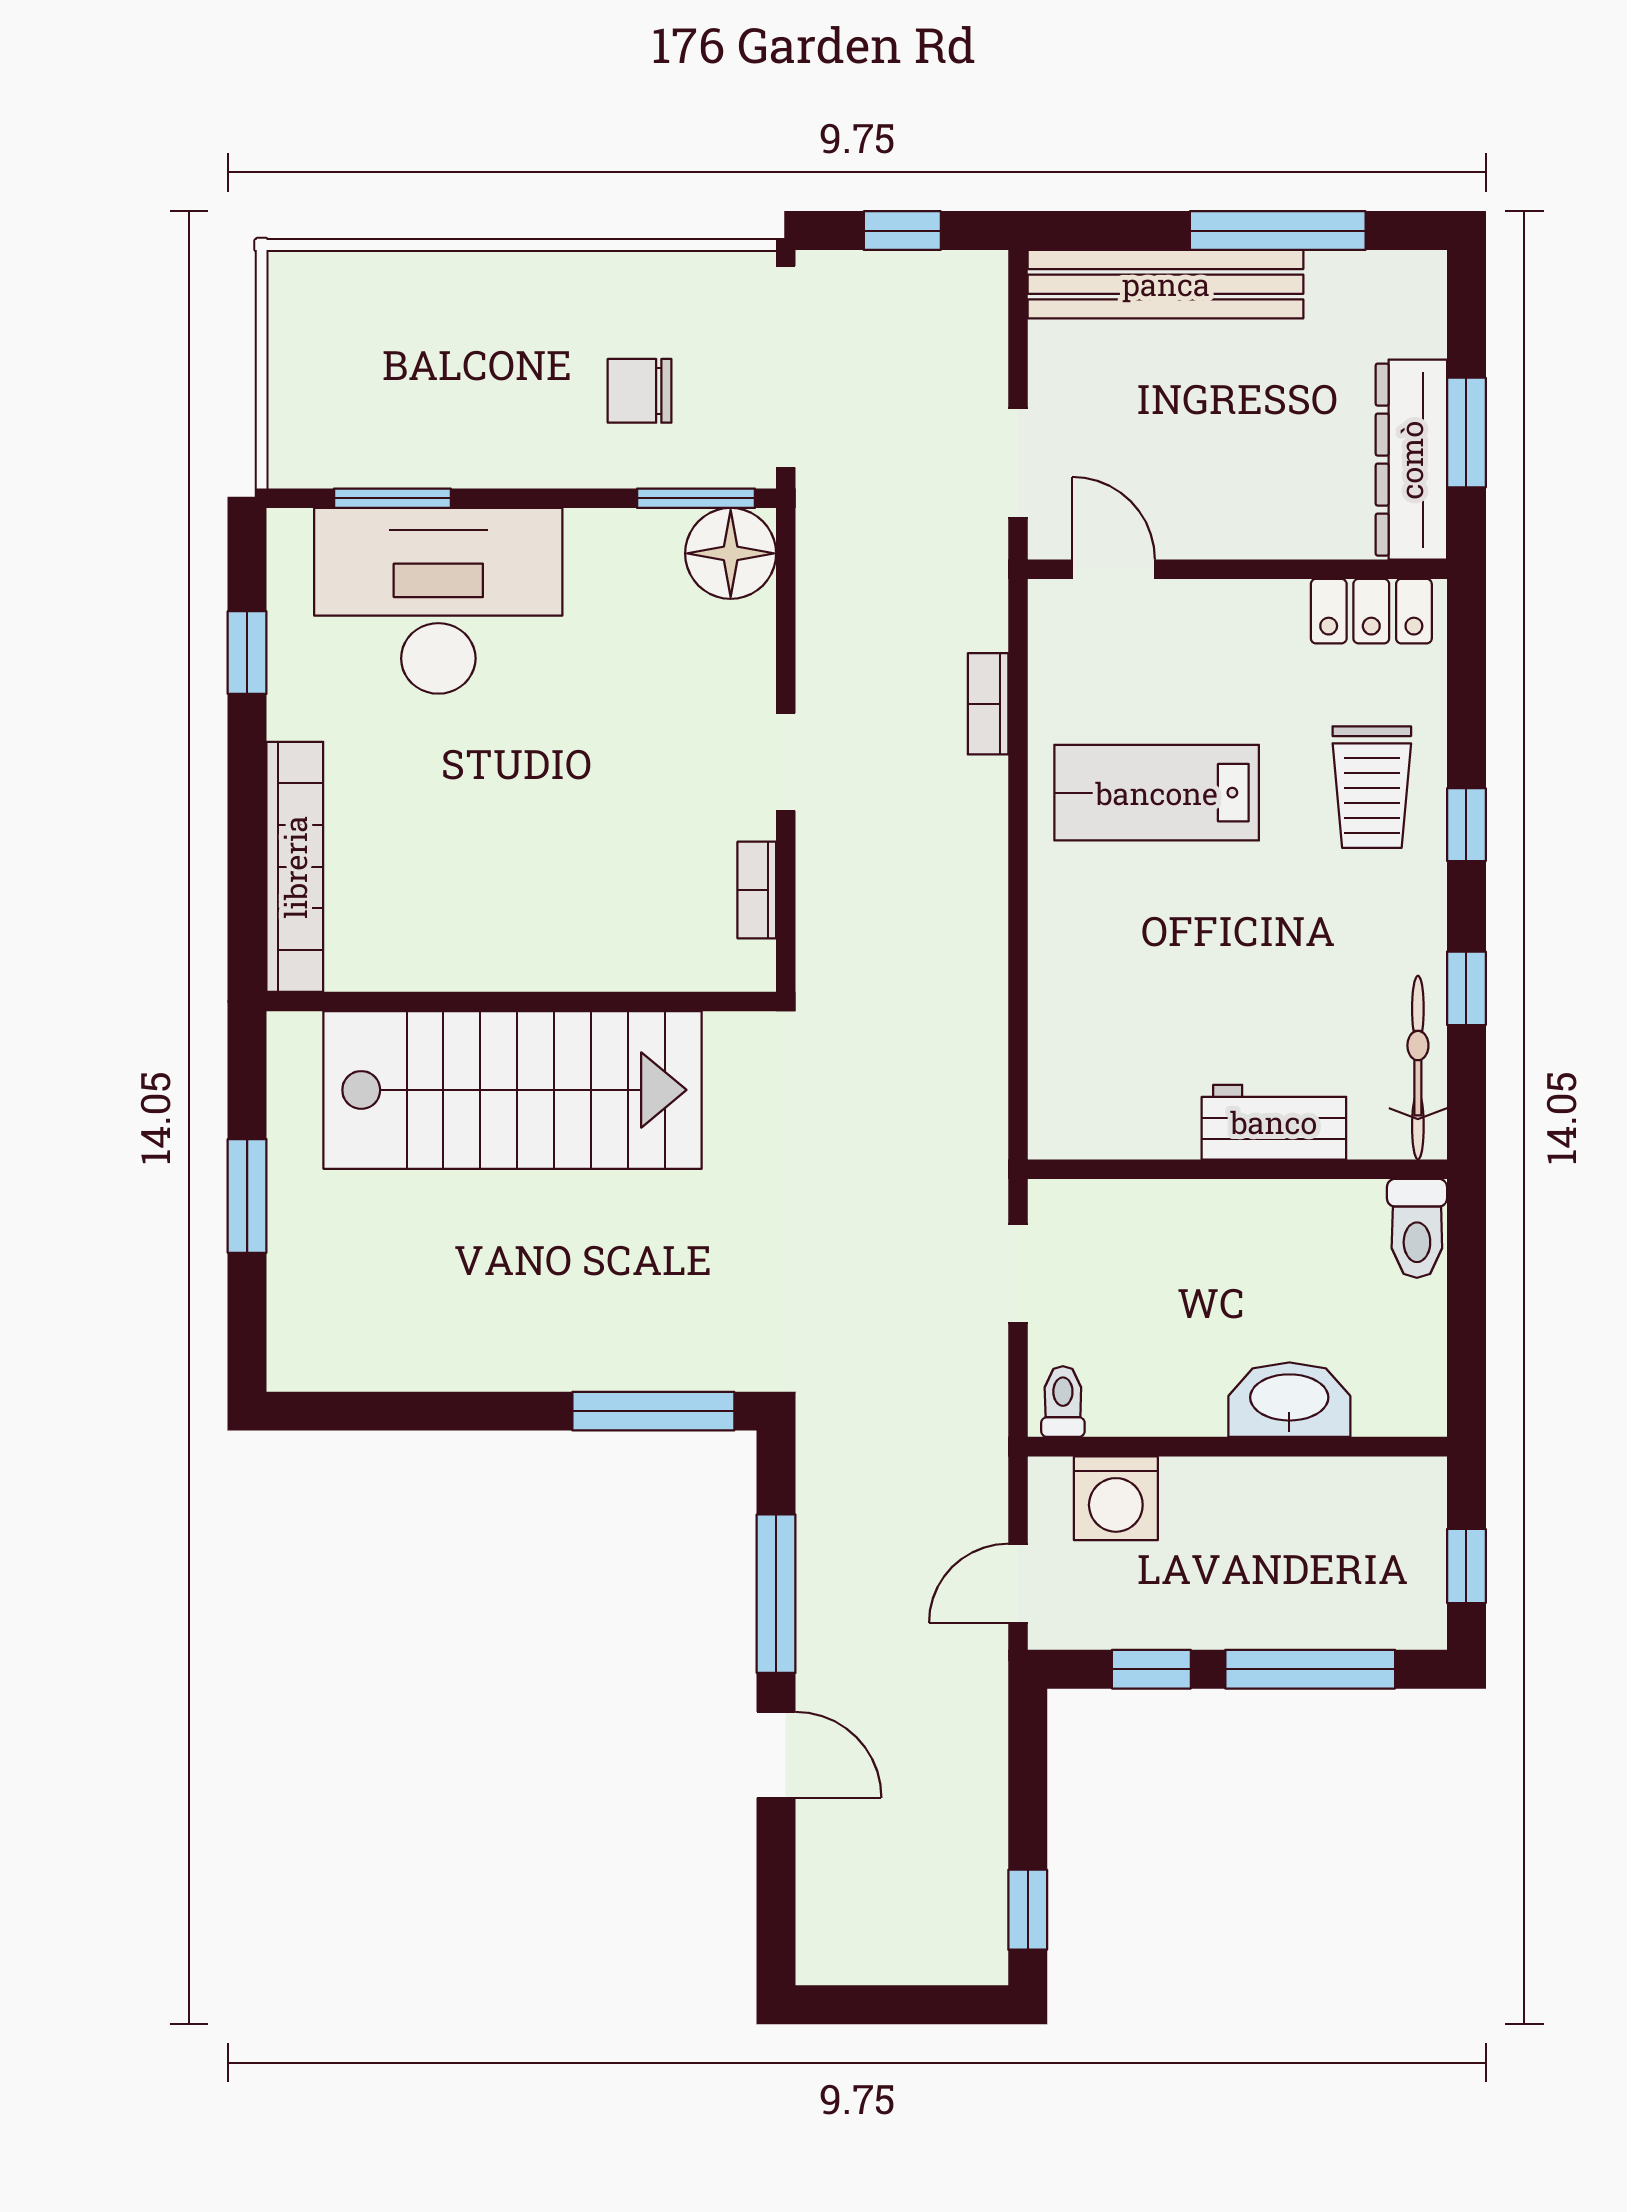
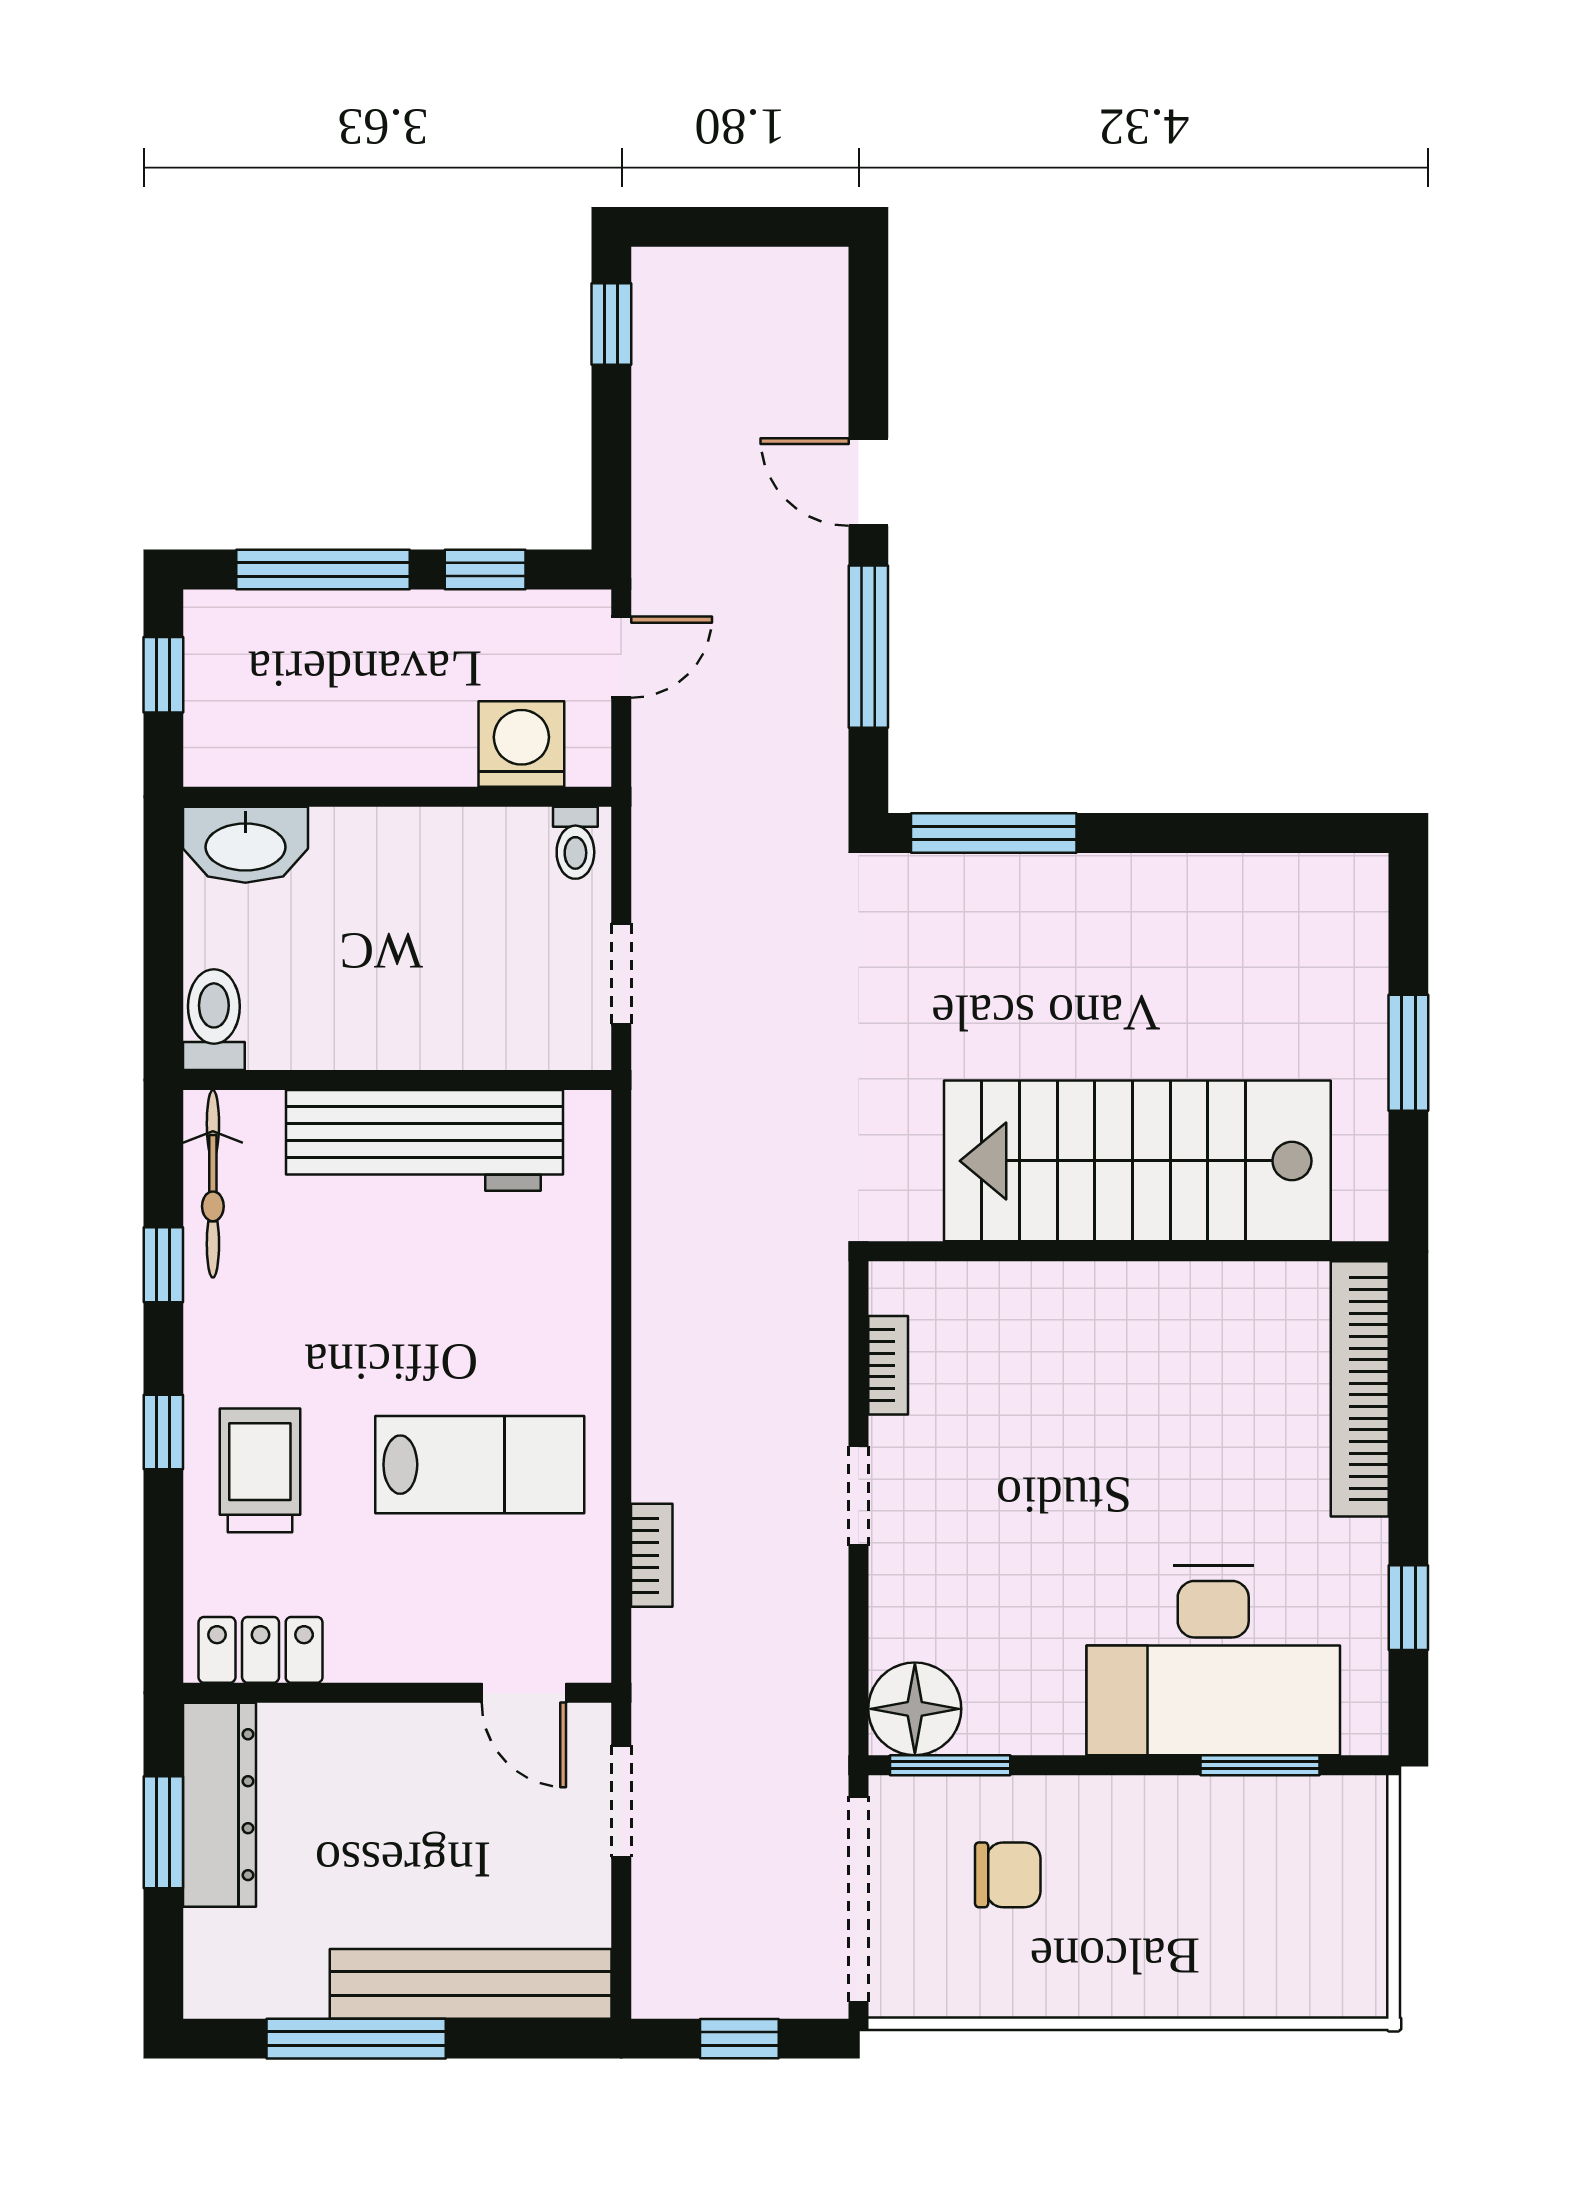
workbench: (1274, 1122) -> (424, 1140), width x1.88, depth x1.32
washbasin: (1289, 1400) -> (245, 845), moved

